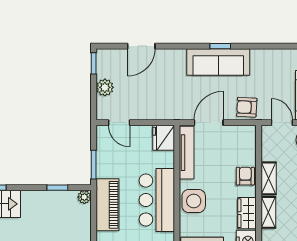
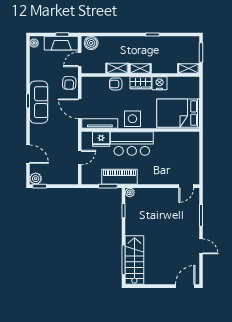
plant: (105, 87) -> (36, 179), moved
door: (119, 123) -> (80, 157), moved
fridge: (164, 138) -> (101, 139), moved
piano: (107, 205) -> (119, 177), moved

